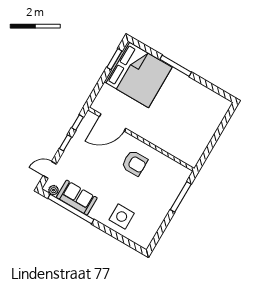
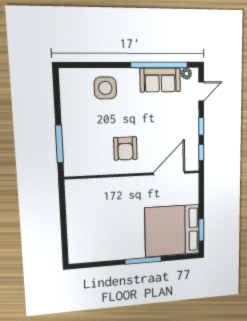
armchair: (135, 163) -> (125, 148), turned -90

